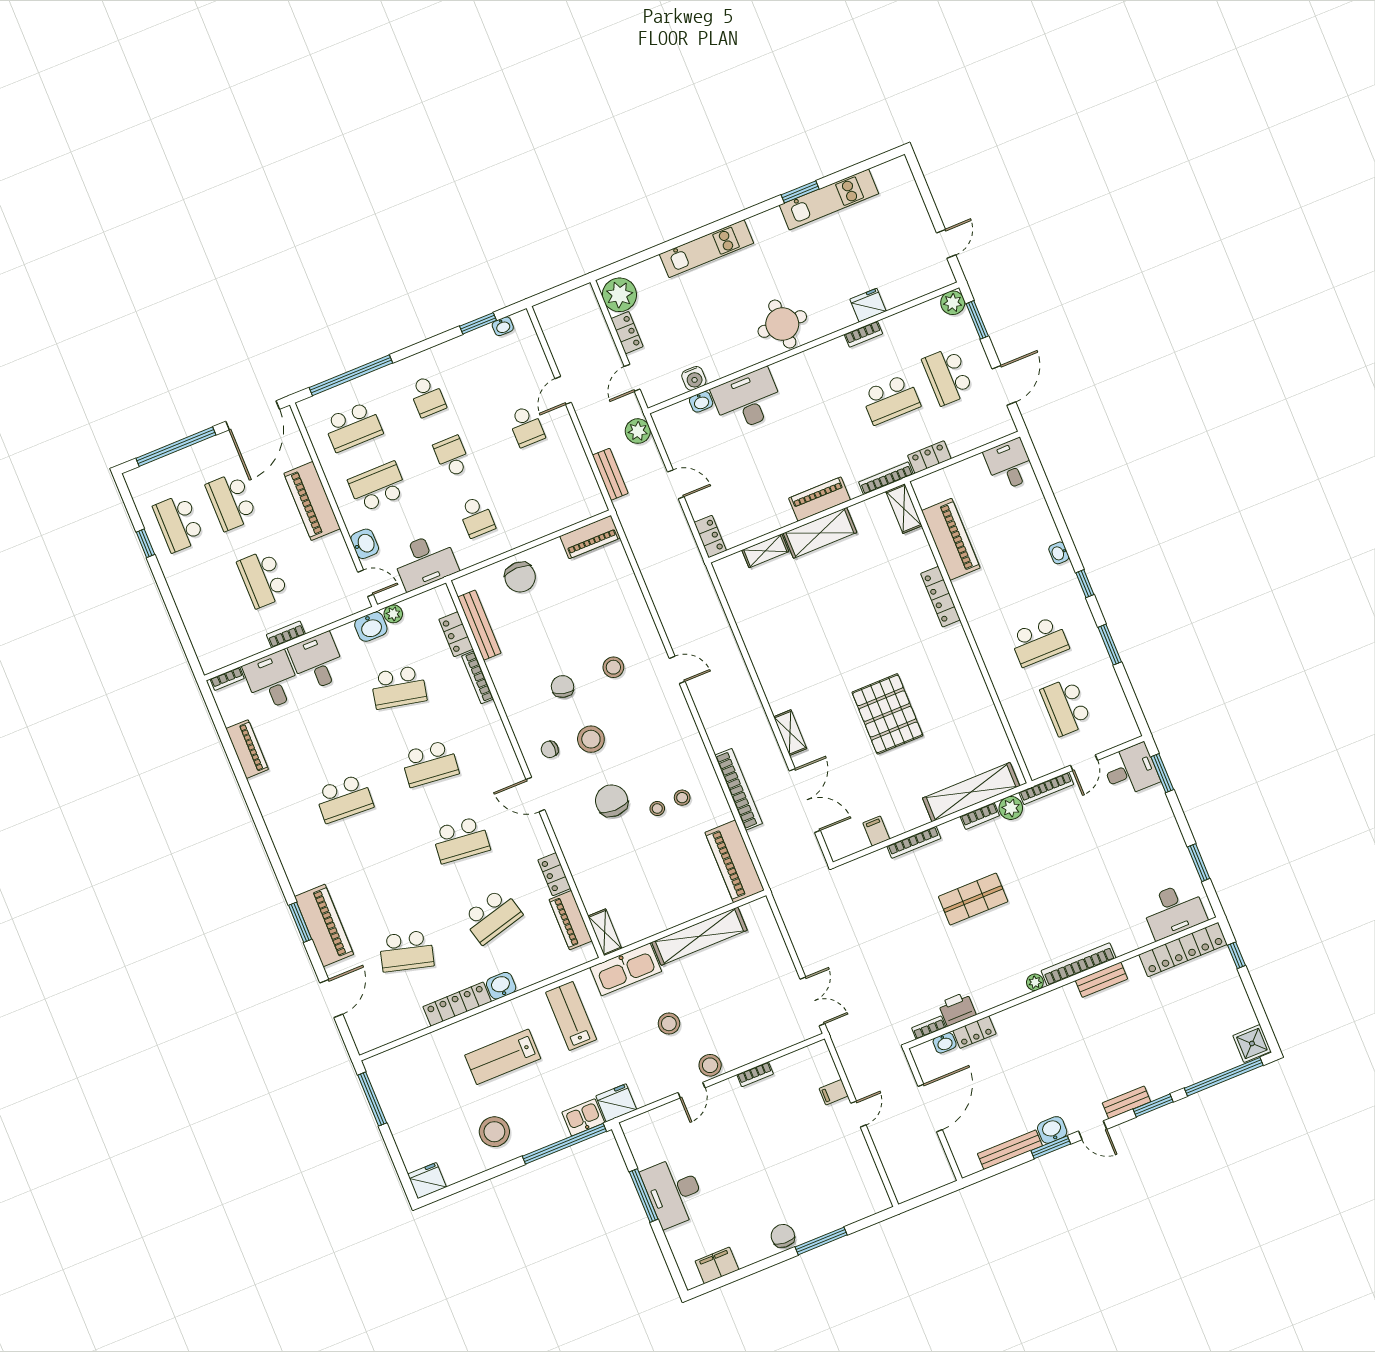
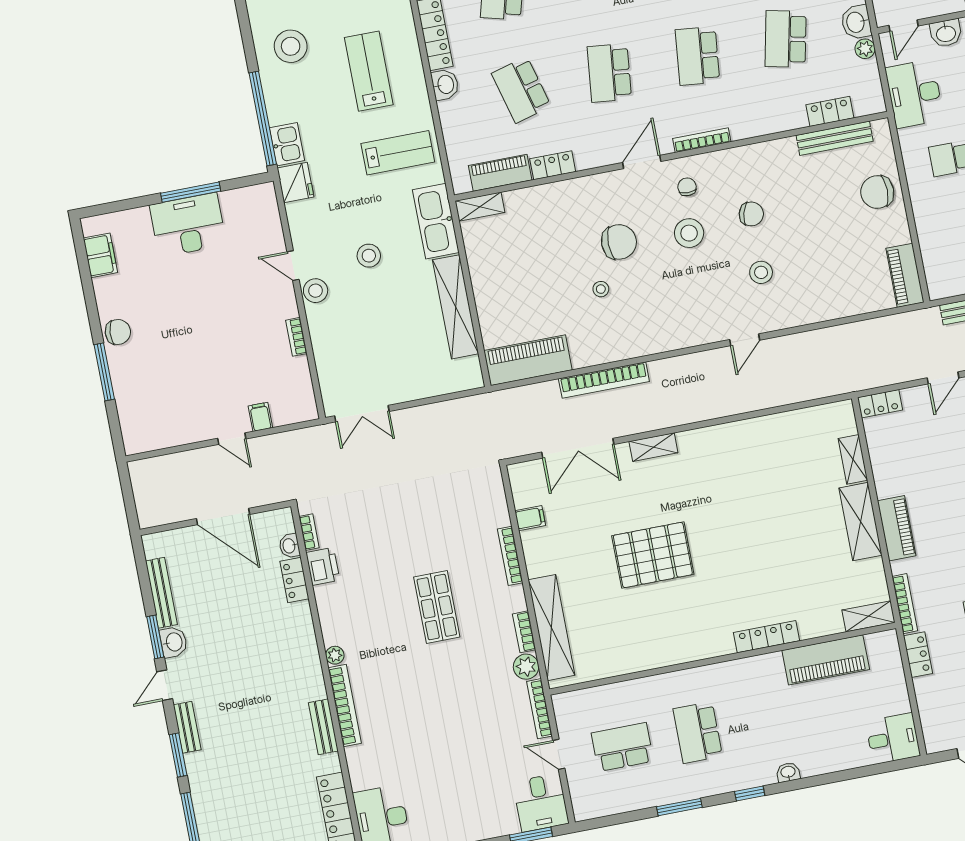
bookcase: (478, 677) -> (702, 140), moved
stool: (682, 798) -> (607, 318), removed

